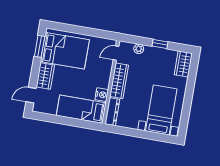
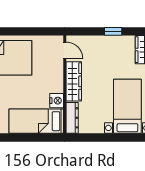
plant: (139, 49) -> (90, 41), removed
door: (116, 53) -> (65, 50), swing flipped

